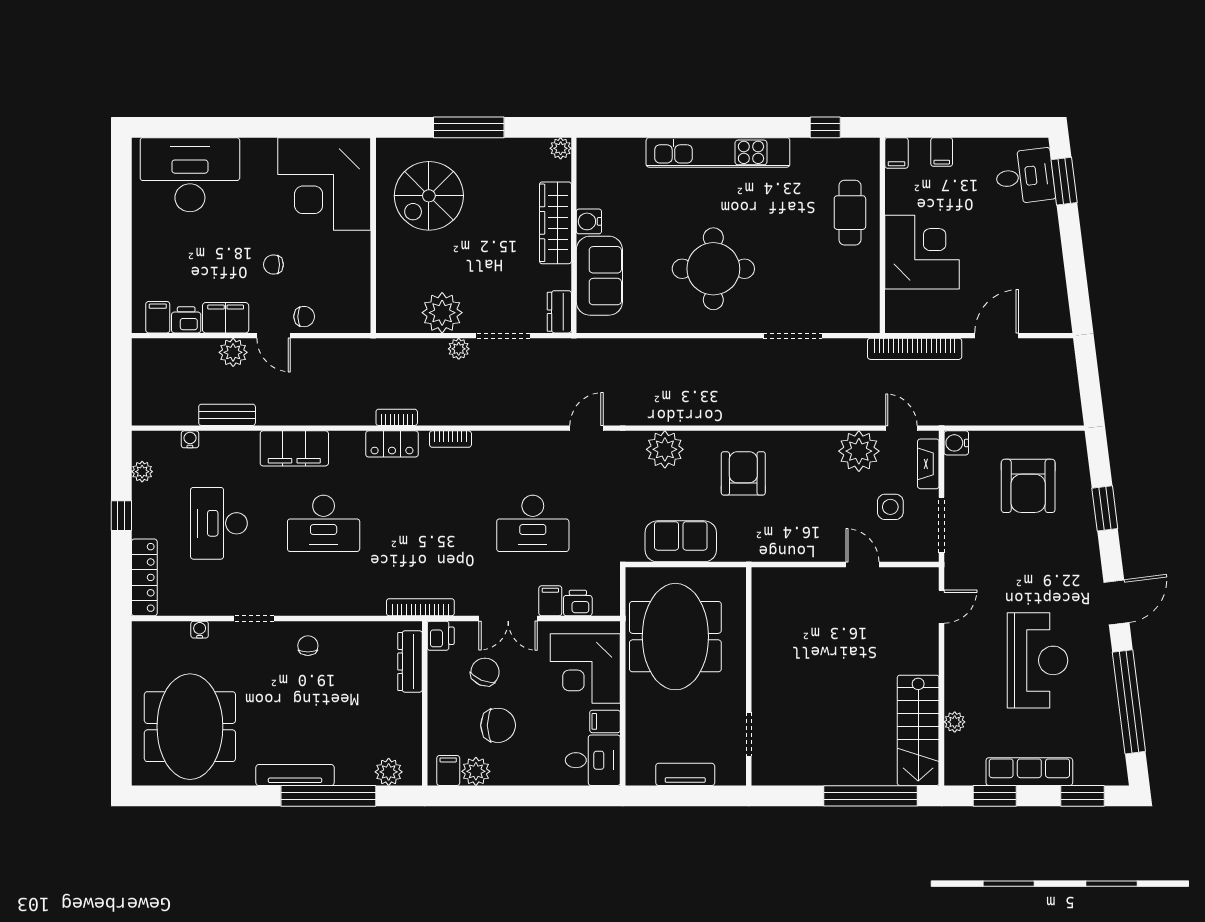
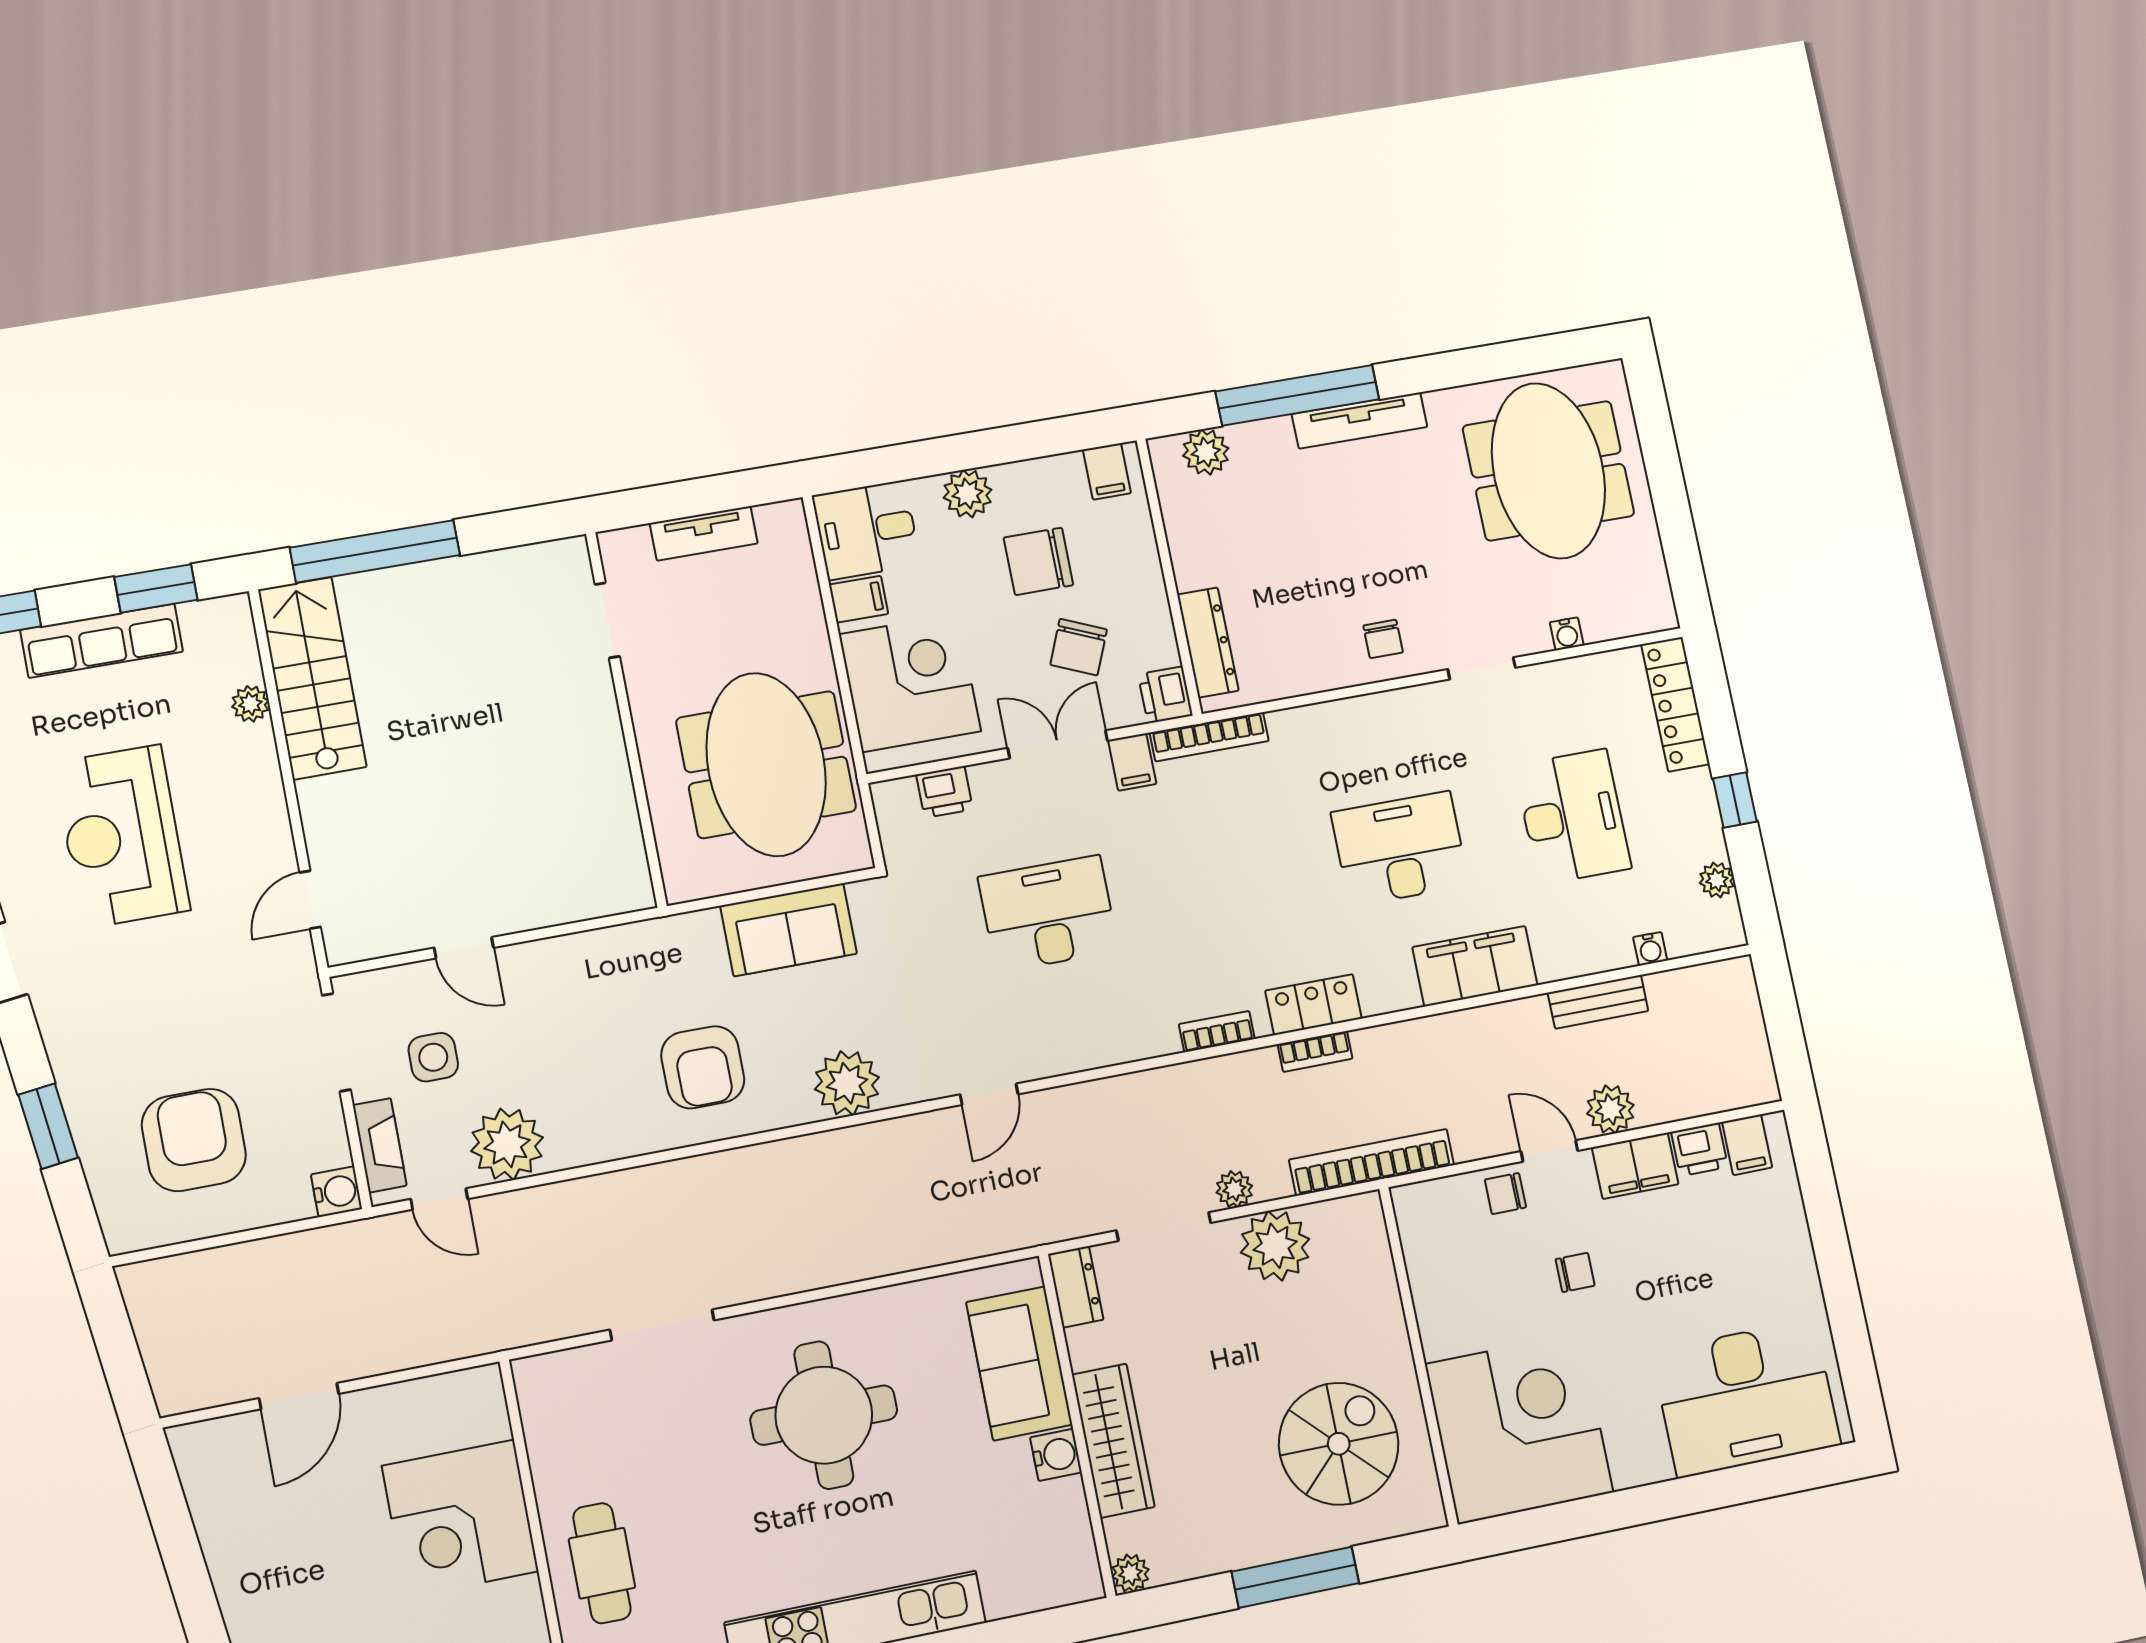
bookcase: (915, 349) -> (1372, 1162), moved
filing cabinet: (550, 601) -> (1132, 762), moved
plant: (476, 771) -> (968, 494), moved

